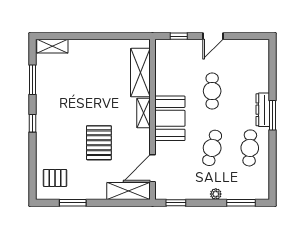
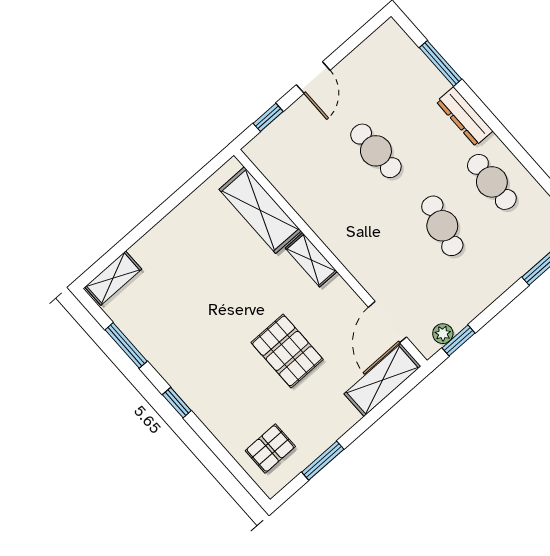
window: (273, 115) -> (440, 63), moved
booth: (170, 118) -> (352, 236), removed
plant: (216, 194) -> (443, 334), moved

